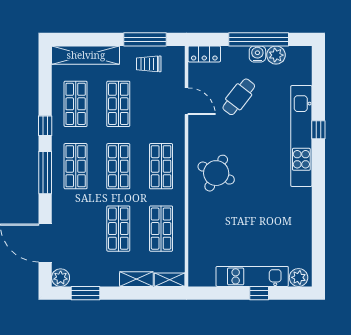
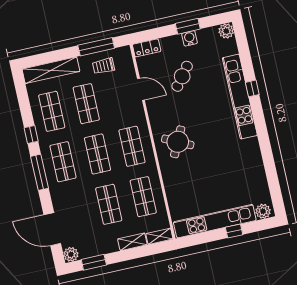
window: (259, 39) -> (188, 26), width x0.47
plant: (276, 55) -> (226, 31), moved
kitchen unit: (252, 276) -> (215, 221), width x1.36

